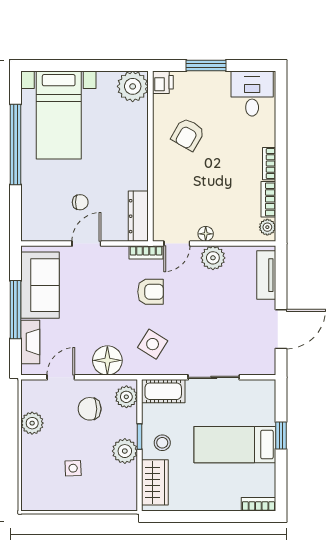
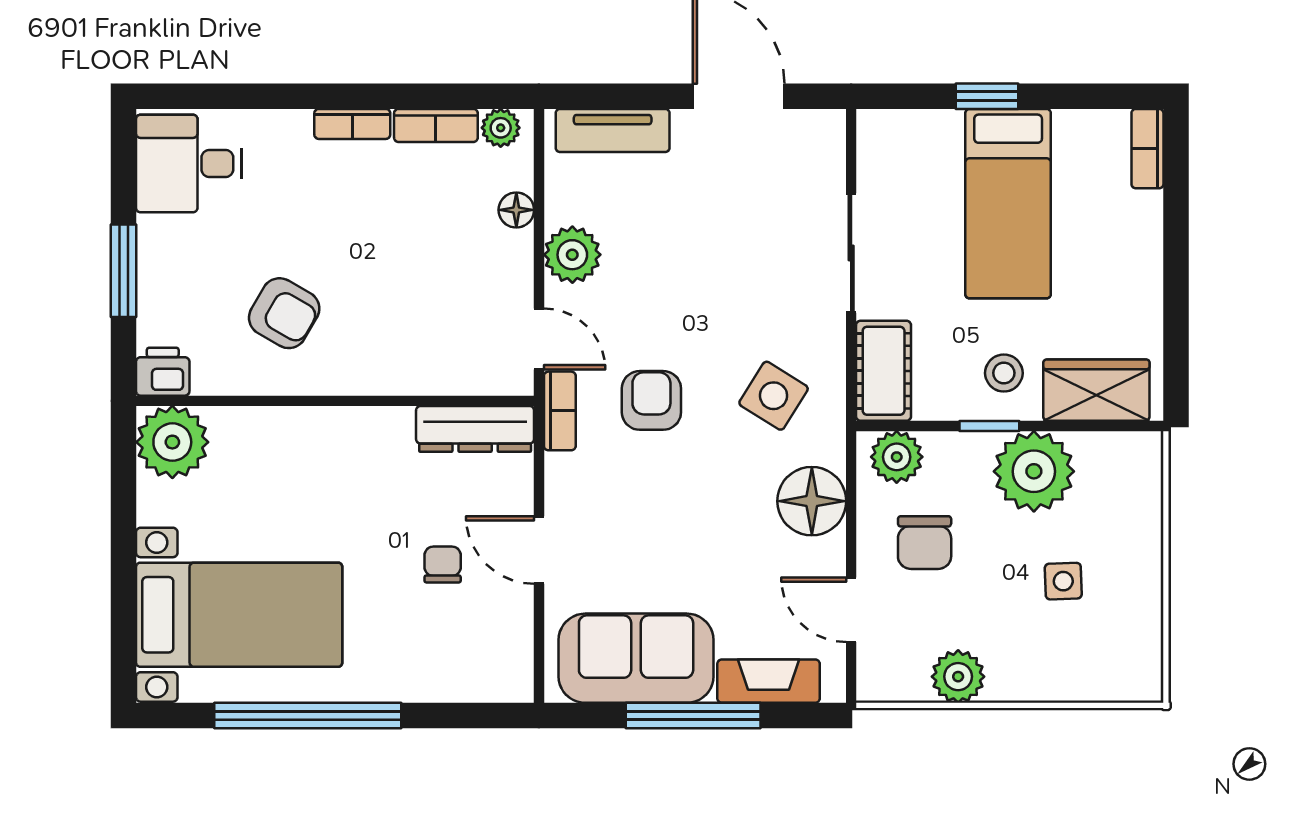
floor lamp: (206, 234) -> (516, 210), moved
plant: (125, 451) -> (1034, 471), width x1.36, depth x1.36

